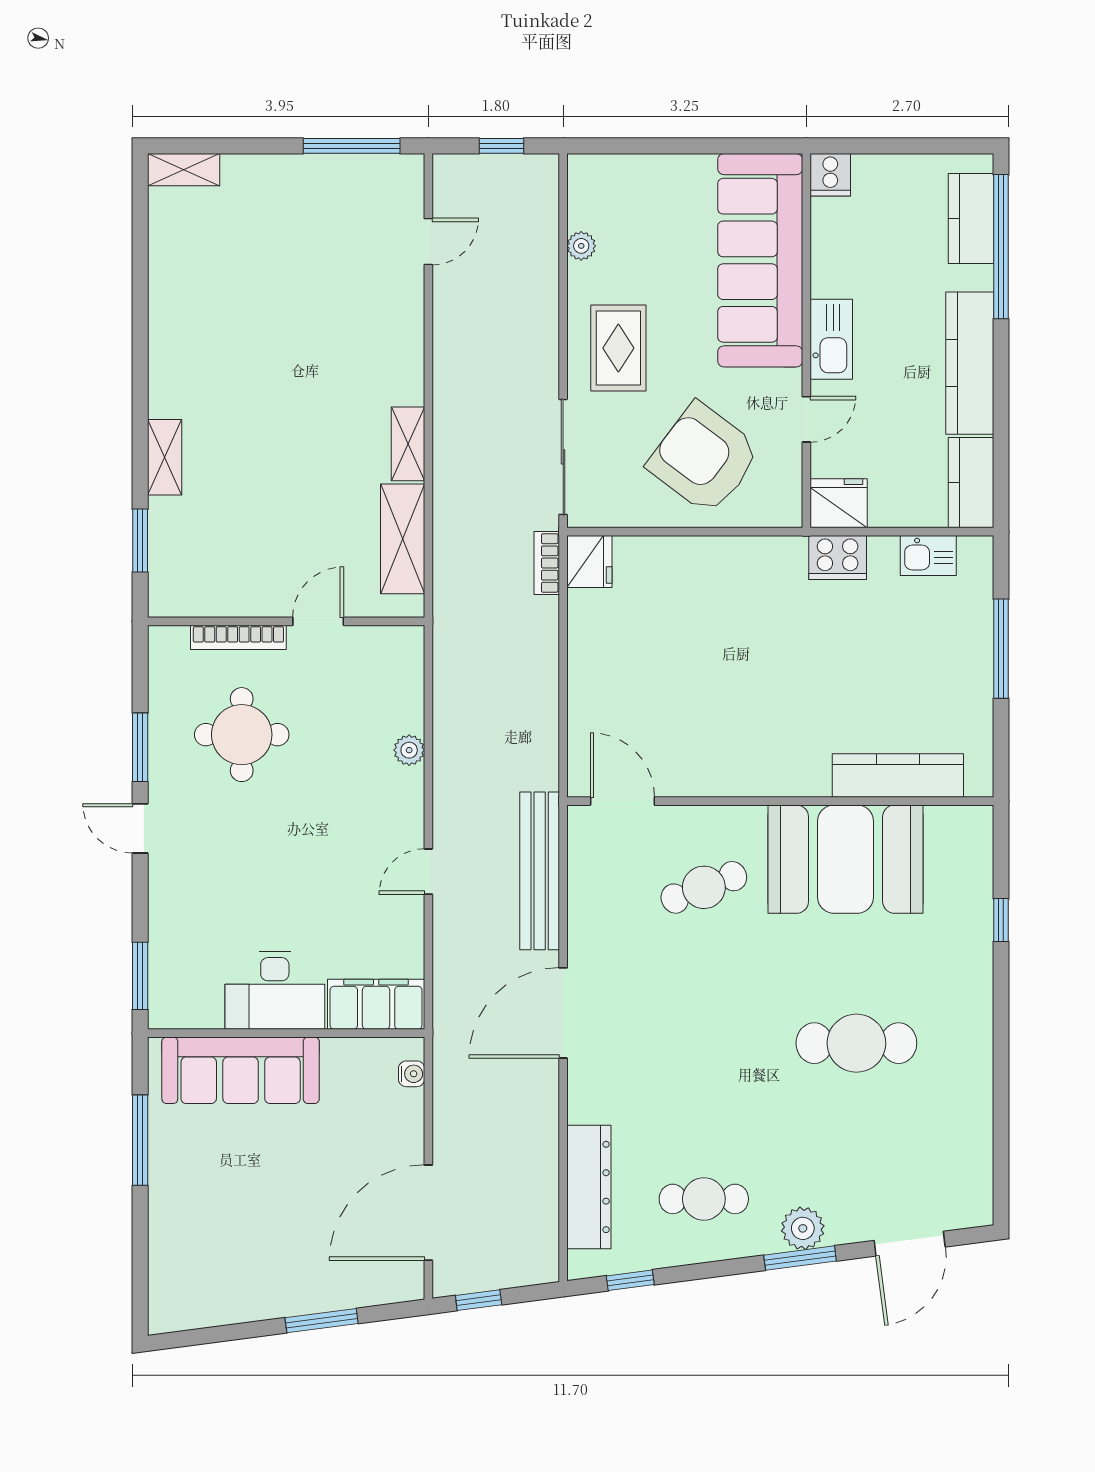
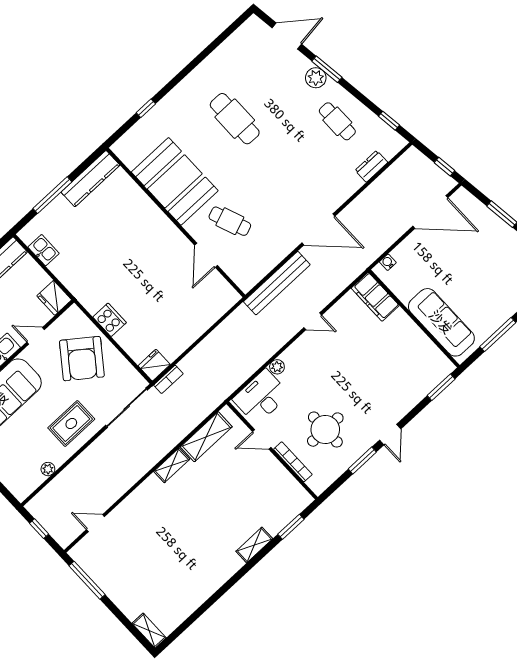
cooker: (838, 557) -> (110, 320), moved
kitchen counter: (898, 775) -> (90, 179), moved, turned -90
door: (622, 801) -> (206, 255), moved
desk: (275, 990) -> (261, 397), moved, turned -90
dresser: (589, 1187) -> (371, 166), width x0.51, depth x0.80

